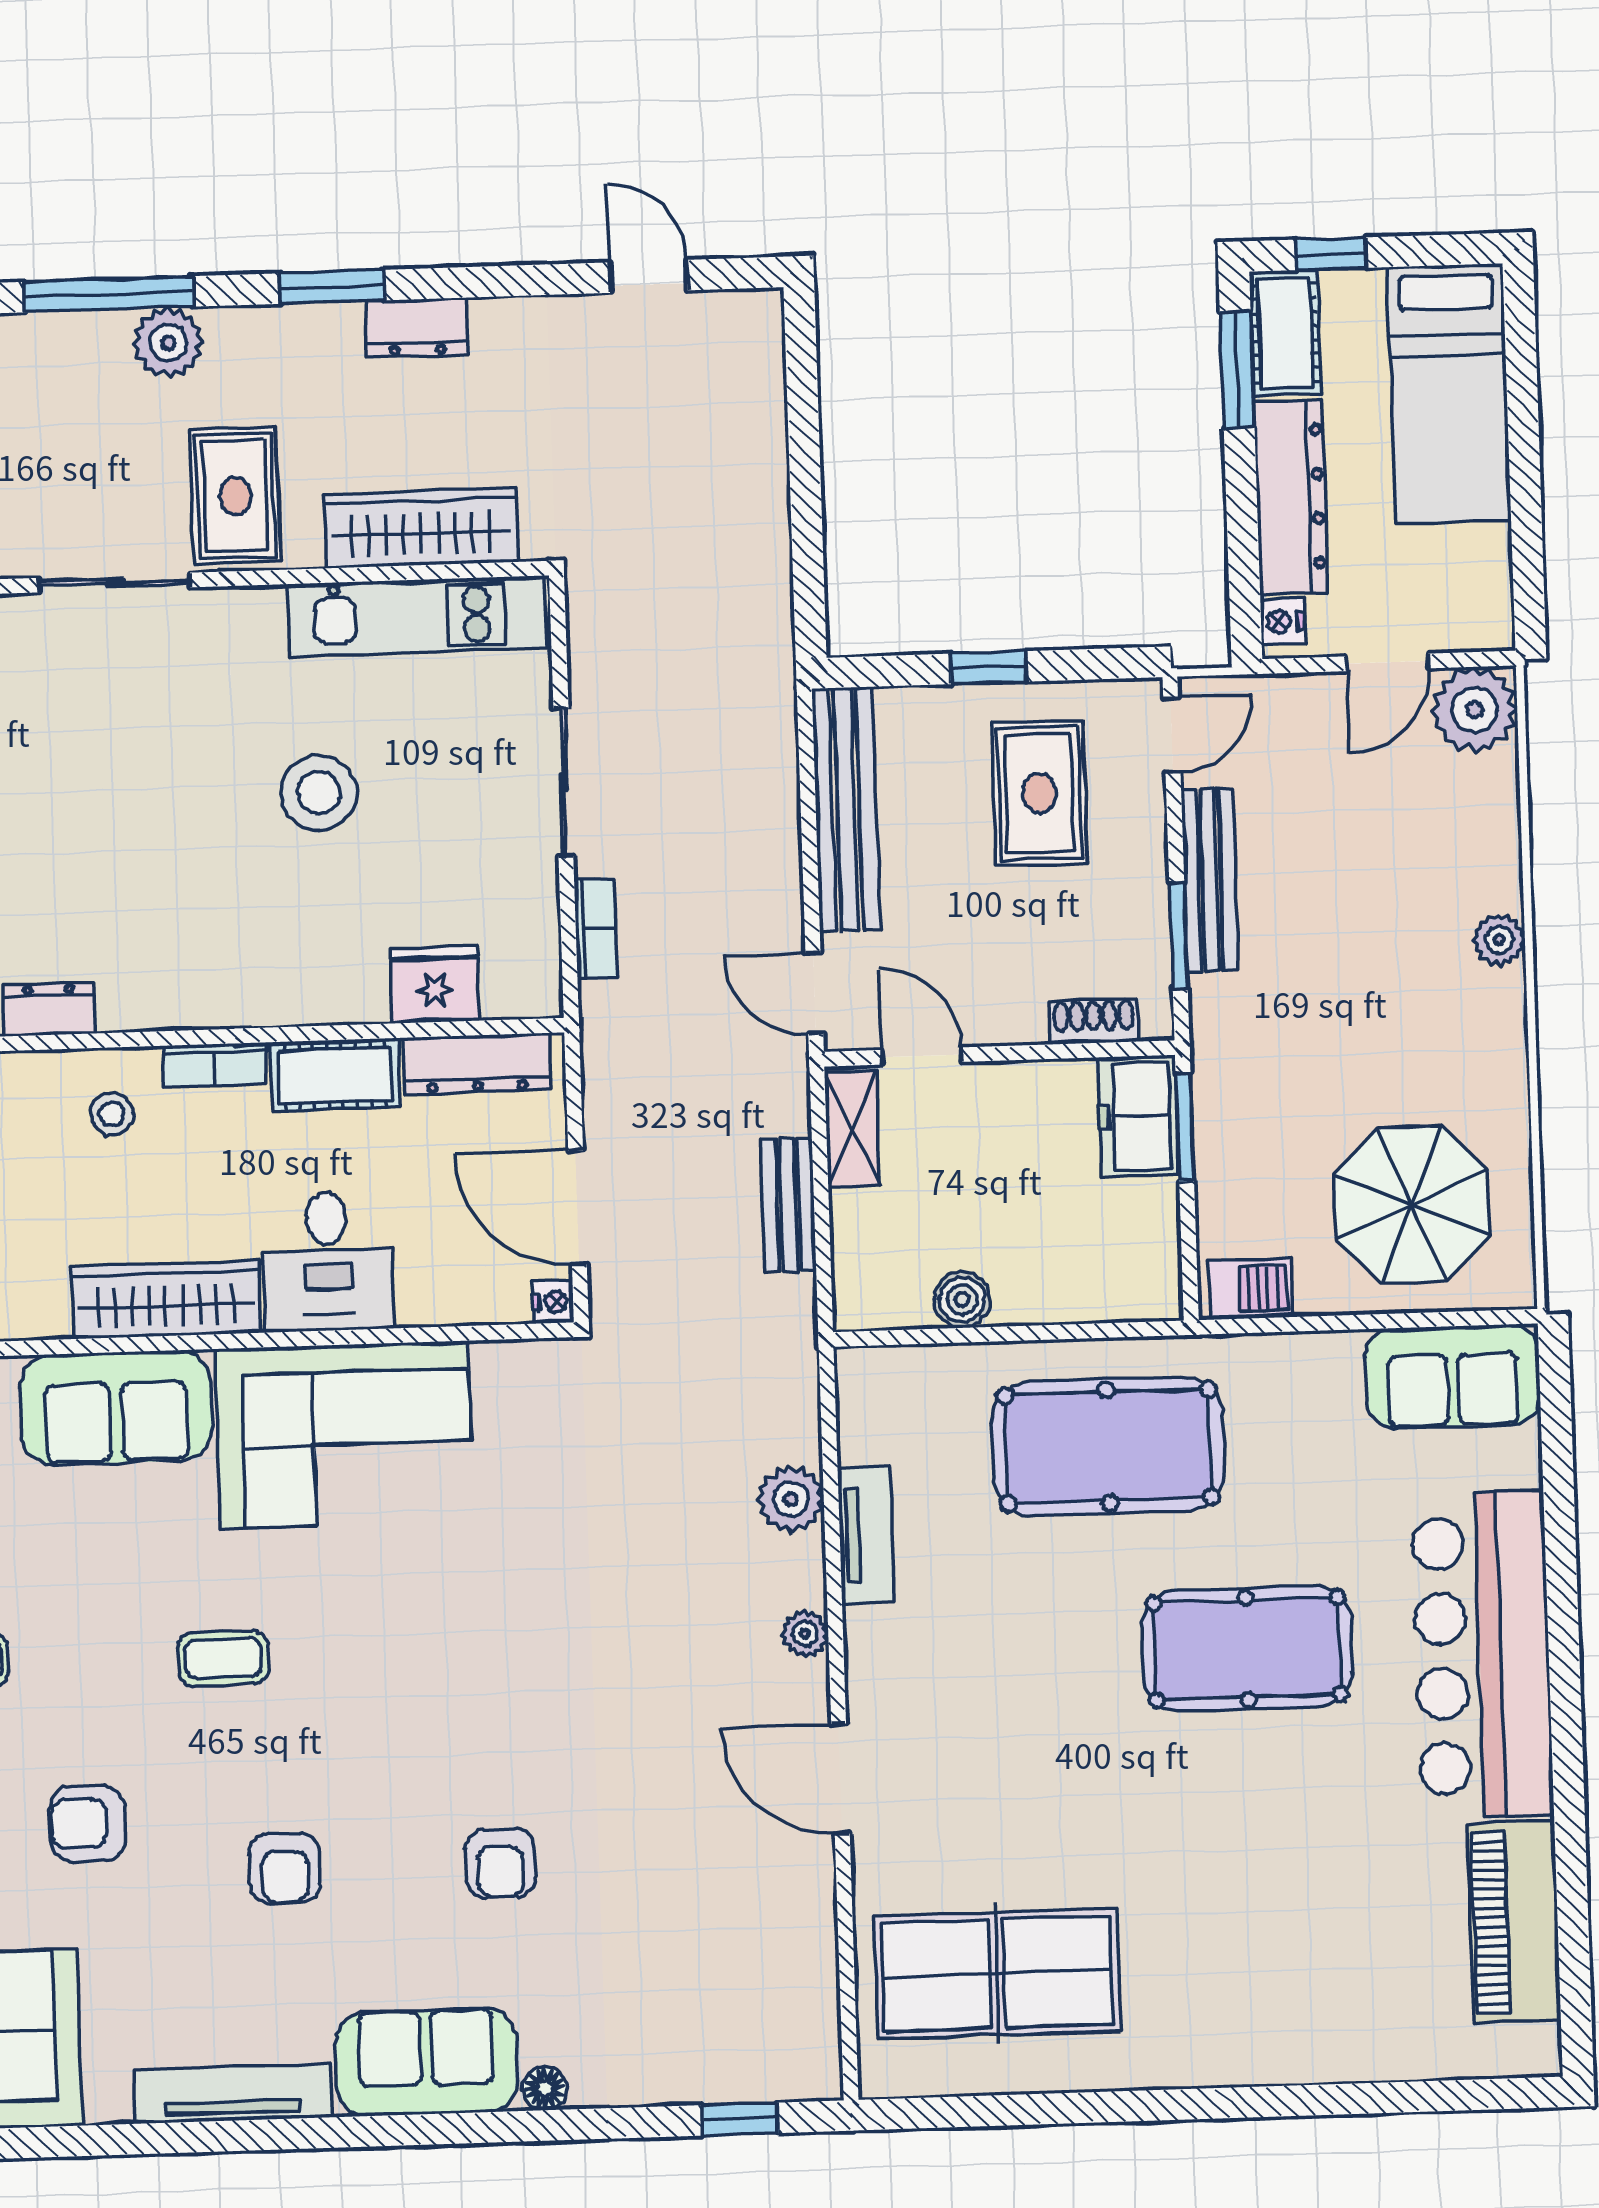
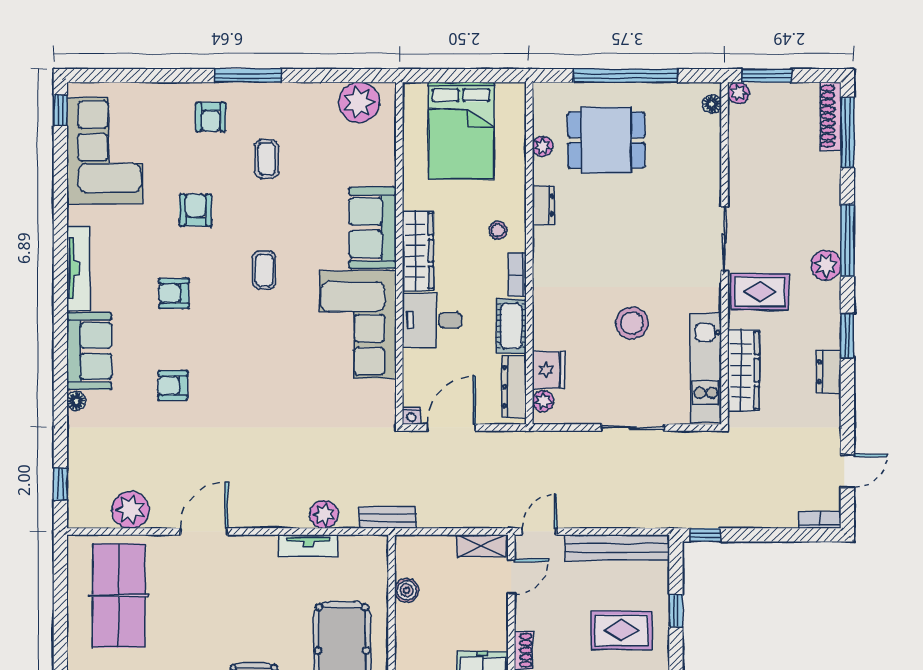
window: (809, 605) -> (705, 535), added
bookcase: (595, 928) -> (820, 520), moved, turned 180
plant: (509, 995) -> (543, 401), added
bench: (789, 1205) -> (387, 518), moved
plant: (805, 1634) -> (130, 510), moved, width x1.87, depth x1.87

